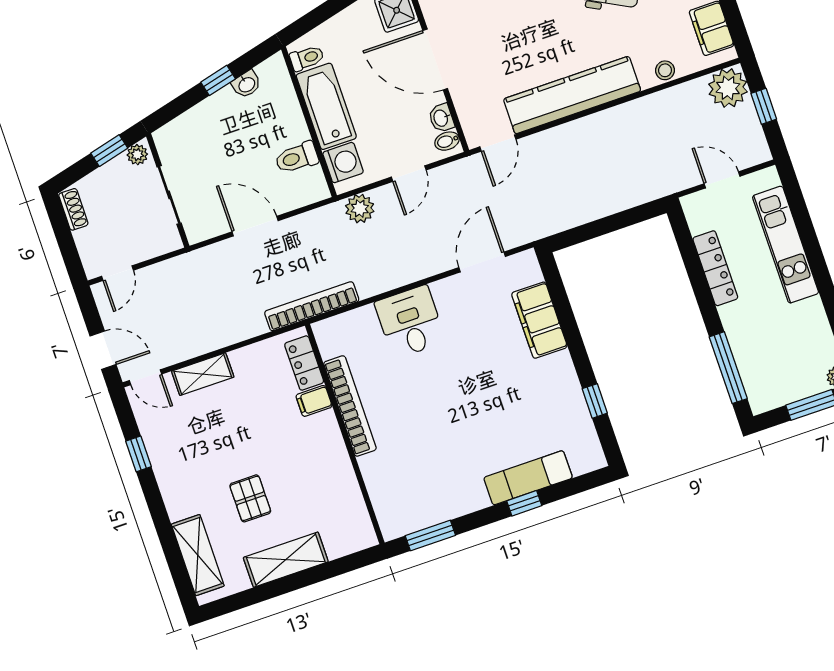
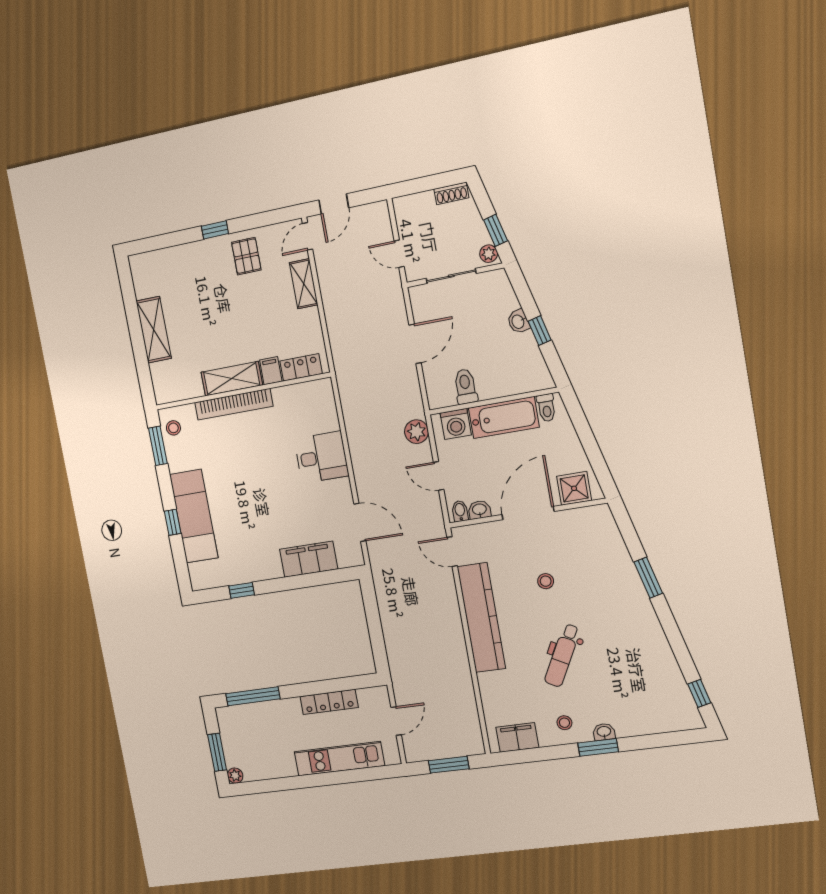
stool: (665, 70) -> (546, 581), moved
washbasin: (246, 84) -> (518, 321), moved
plant: (728, 88) -> (468, 740), removed
window: (764, 106) -> (449, 765), width x1.50
door: (118, 273) -> (399, 254), moved
bookcase: (312, 306) -> (345, 380), removed
bookcase: (350, 406) -> (234, 404), moved
window: (139, 454) -> (215, 230), moved
exam couch: (528, 478) -> (194, 516), width x1.36, depth x1.45
pallet: (250, 498) -> (246, 256), moved, turned 90
stool: (404, 518) -> (173, 428), added
shelving: (198, 555) -> (232, 379), moved

